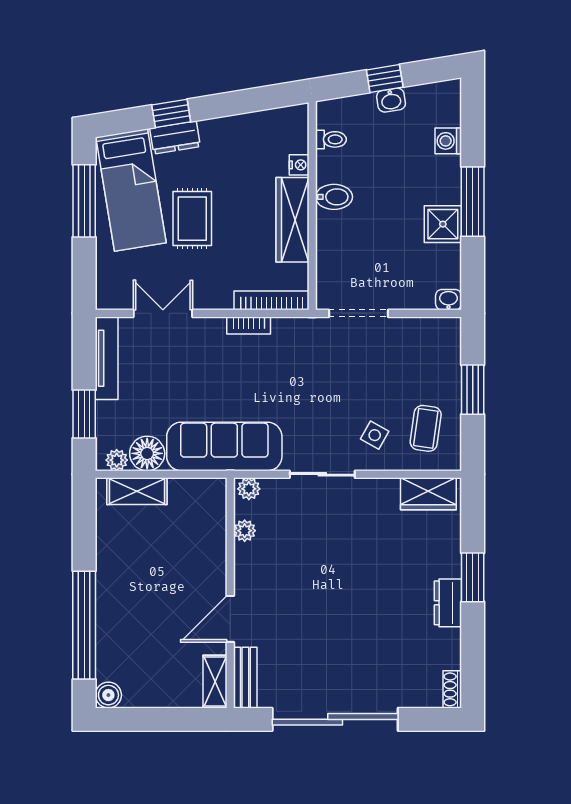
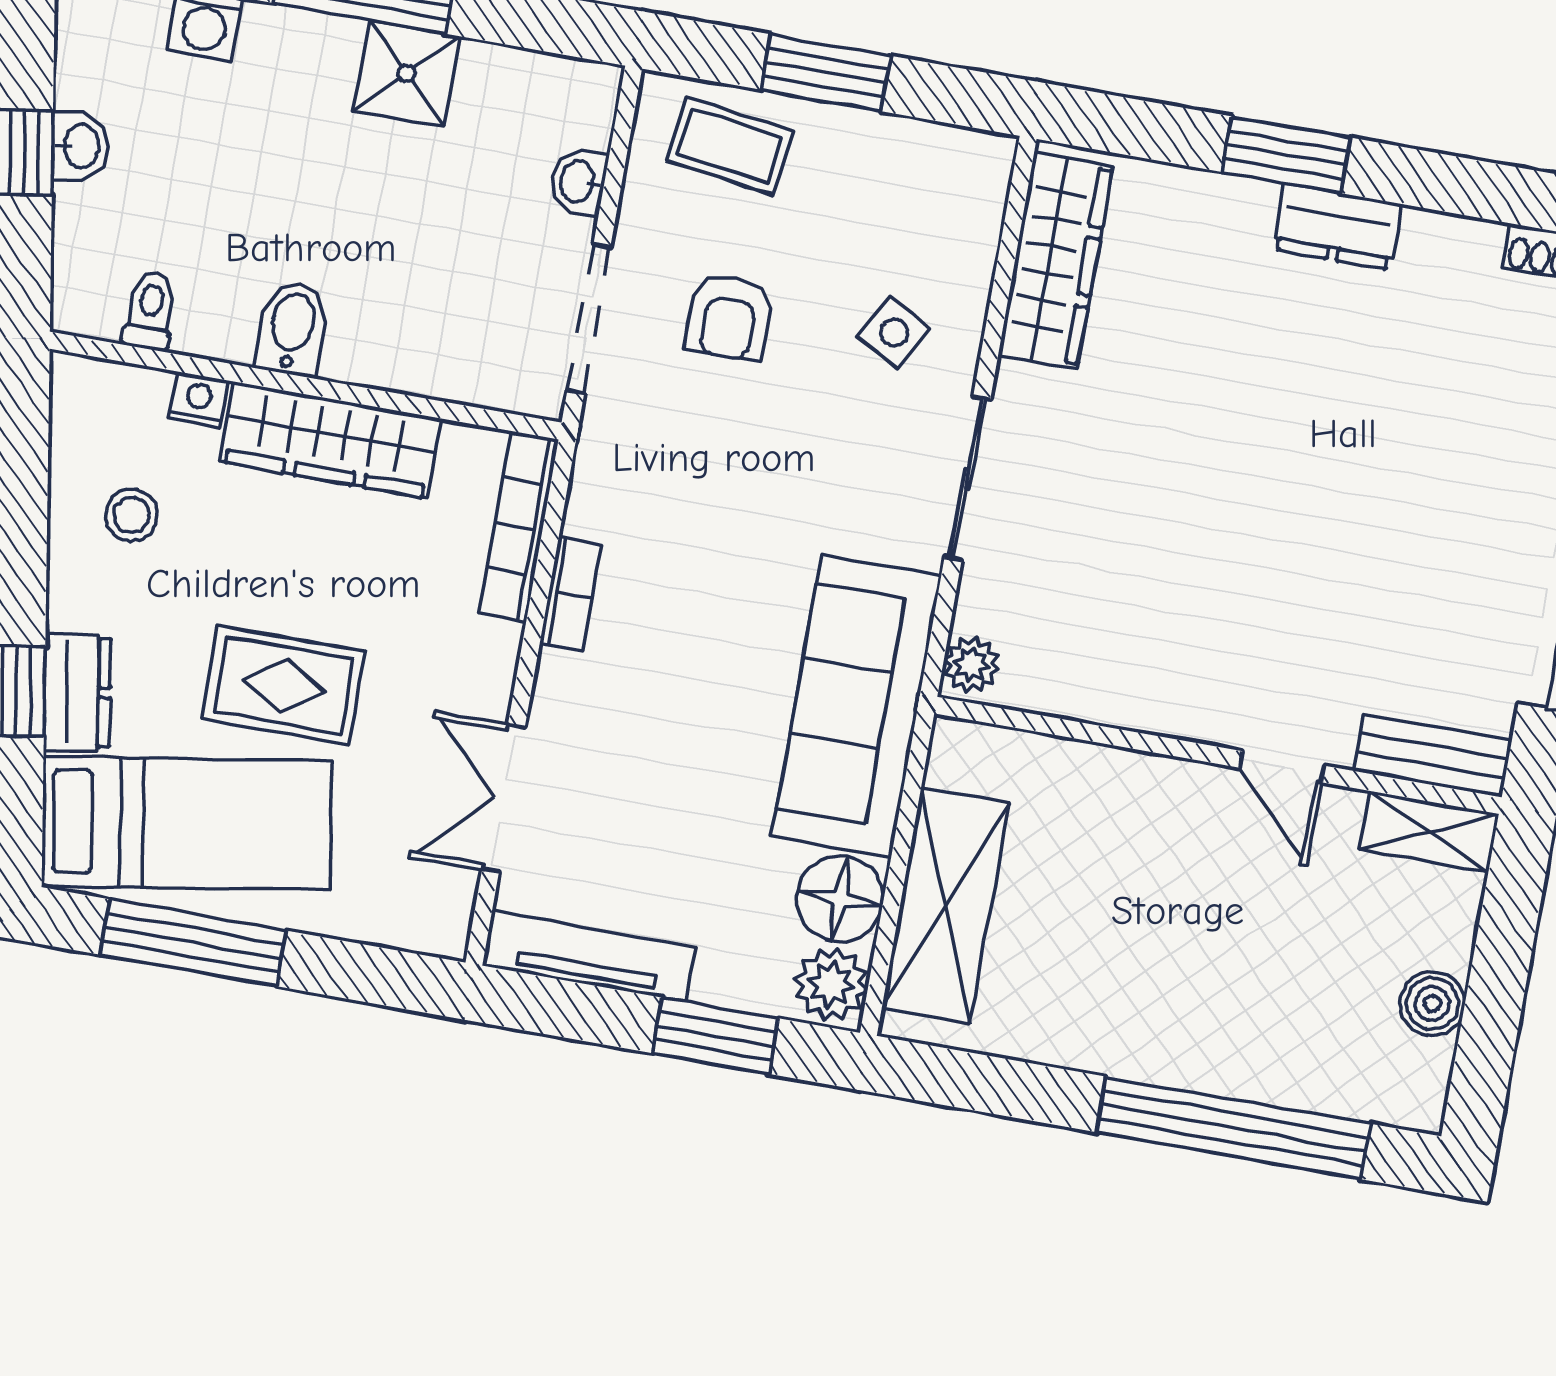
stool: (249, 146) -> (131, 515), added
washbasin: (449, 300) -> (579, 182), moved
armchair: (369, 369) -> (729, 317), added
coffee table: (426, 428) -> (730, 146), moved
plant: (117, 460) -> (831, 984), width x1.38, depth x1.38
shelving: (137, 491) -> (946, 905), width x1.50, depth x1.33
wardrobe: (428, 494) -> (1055, 261), width x1.50
plant: (245, 531) -> (1072, 693), removed
door: (230, 619) -> (1282, 767), width x0.73
boiler: (108, 695) -> (1432, 1004), moved

